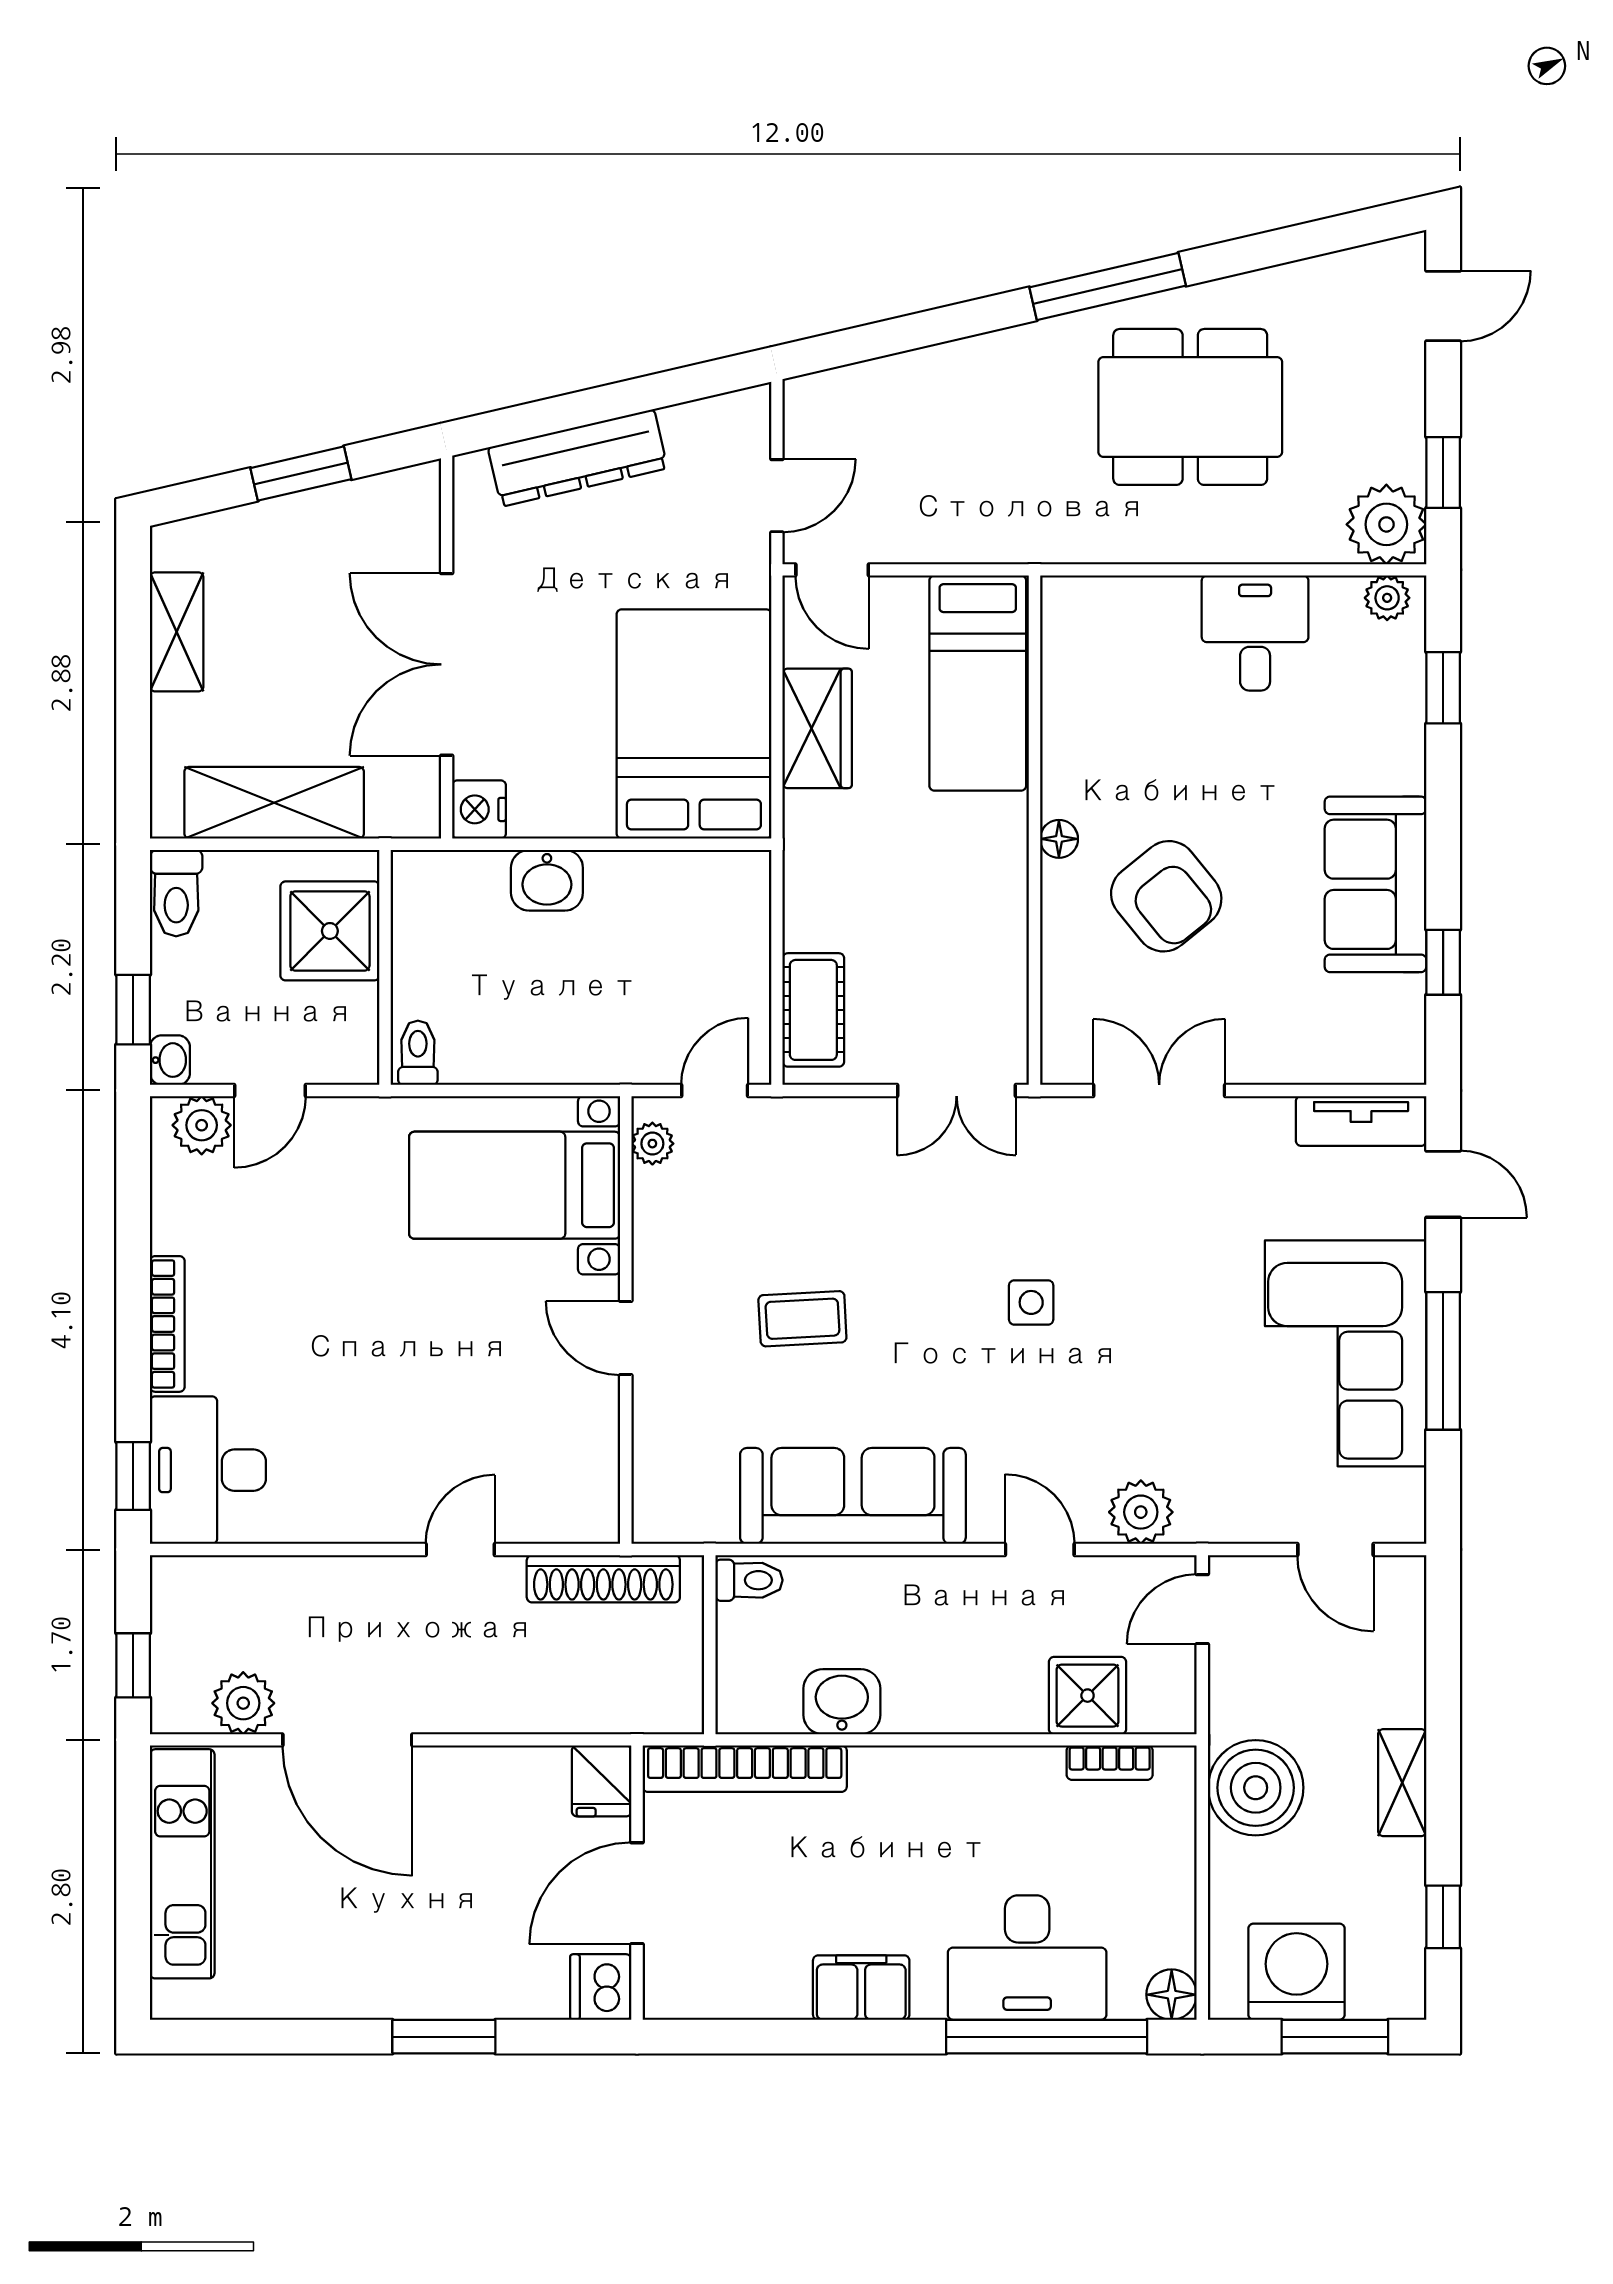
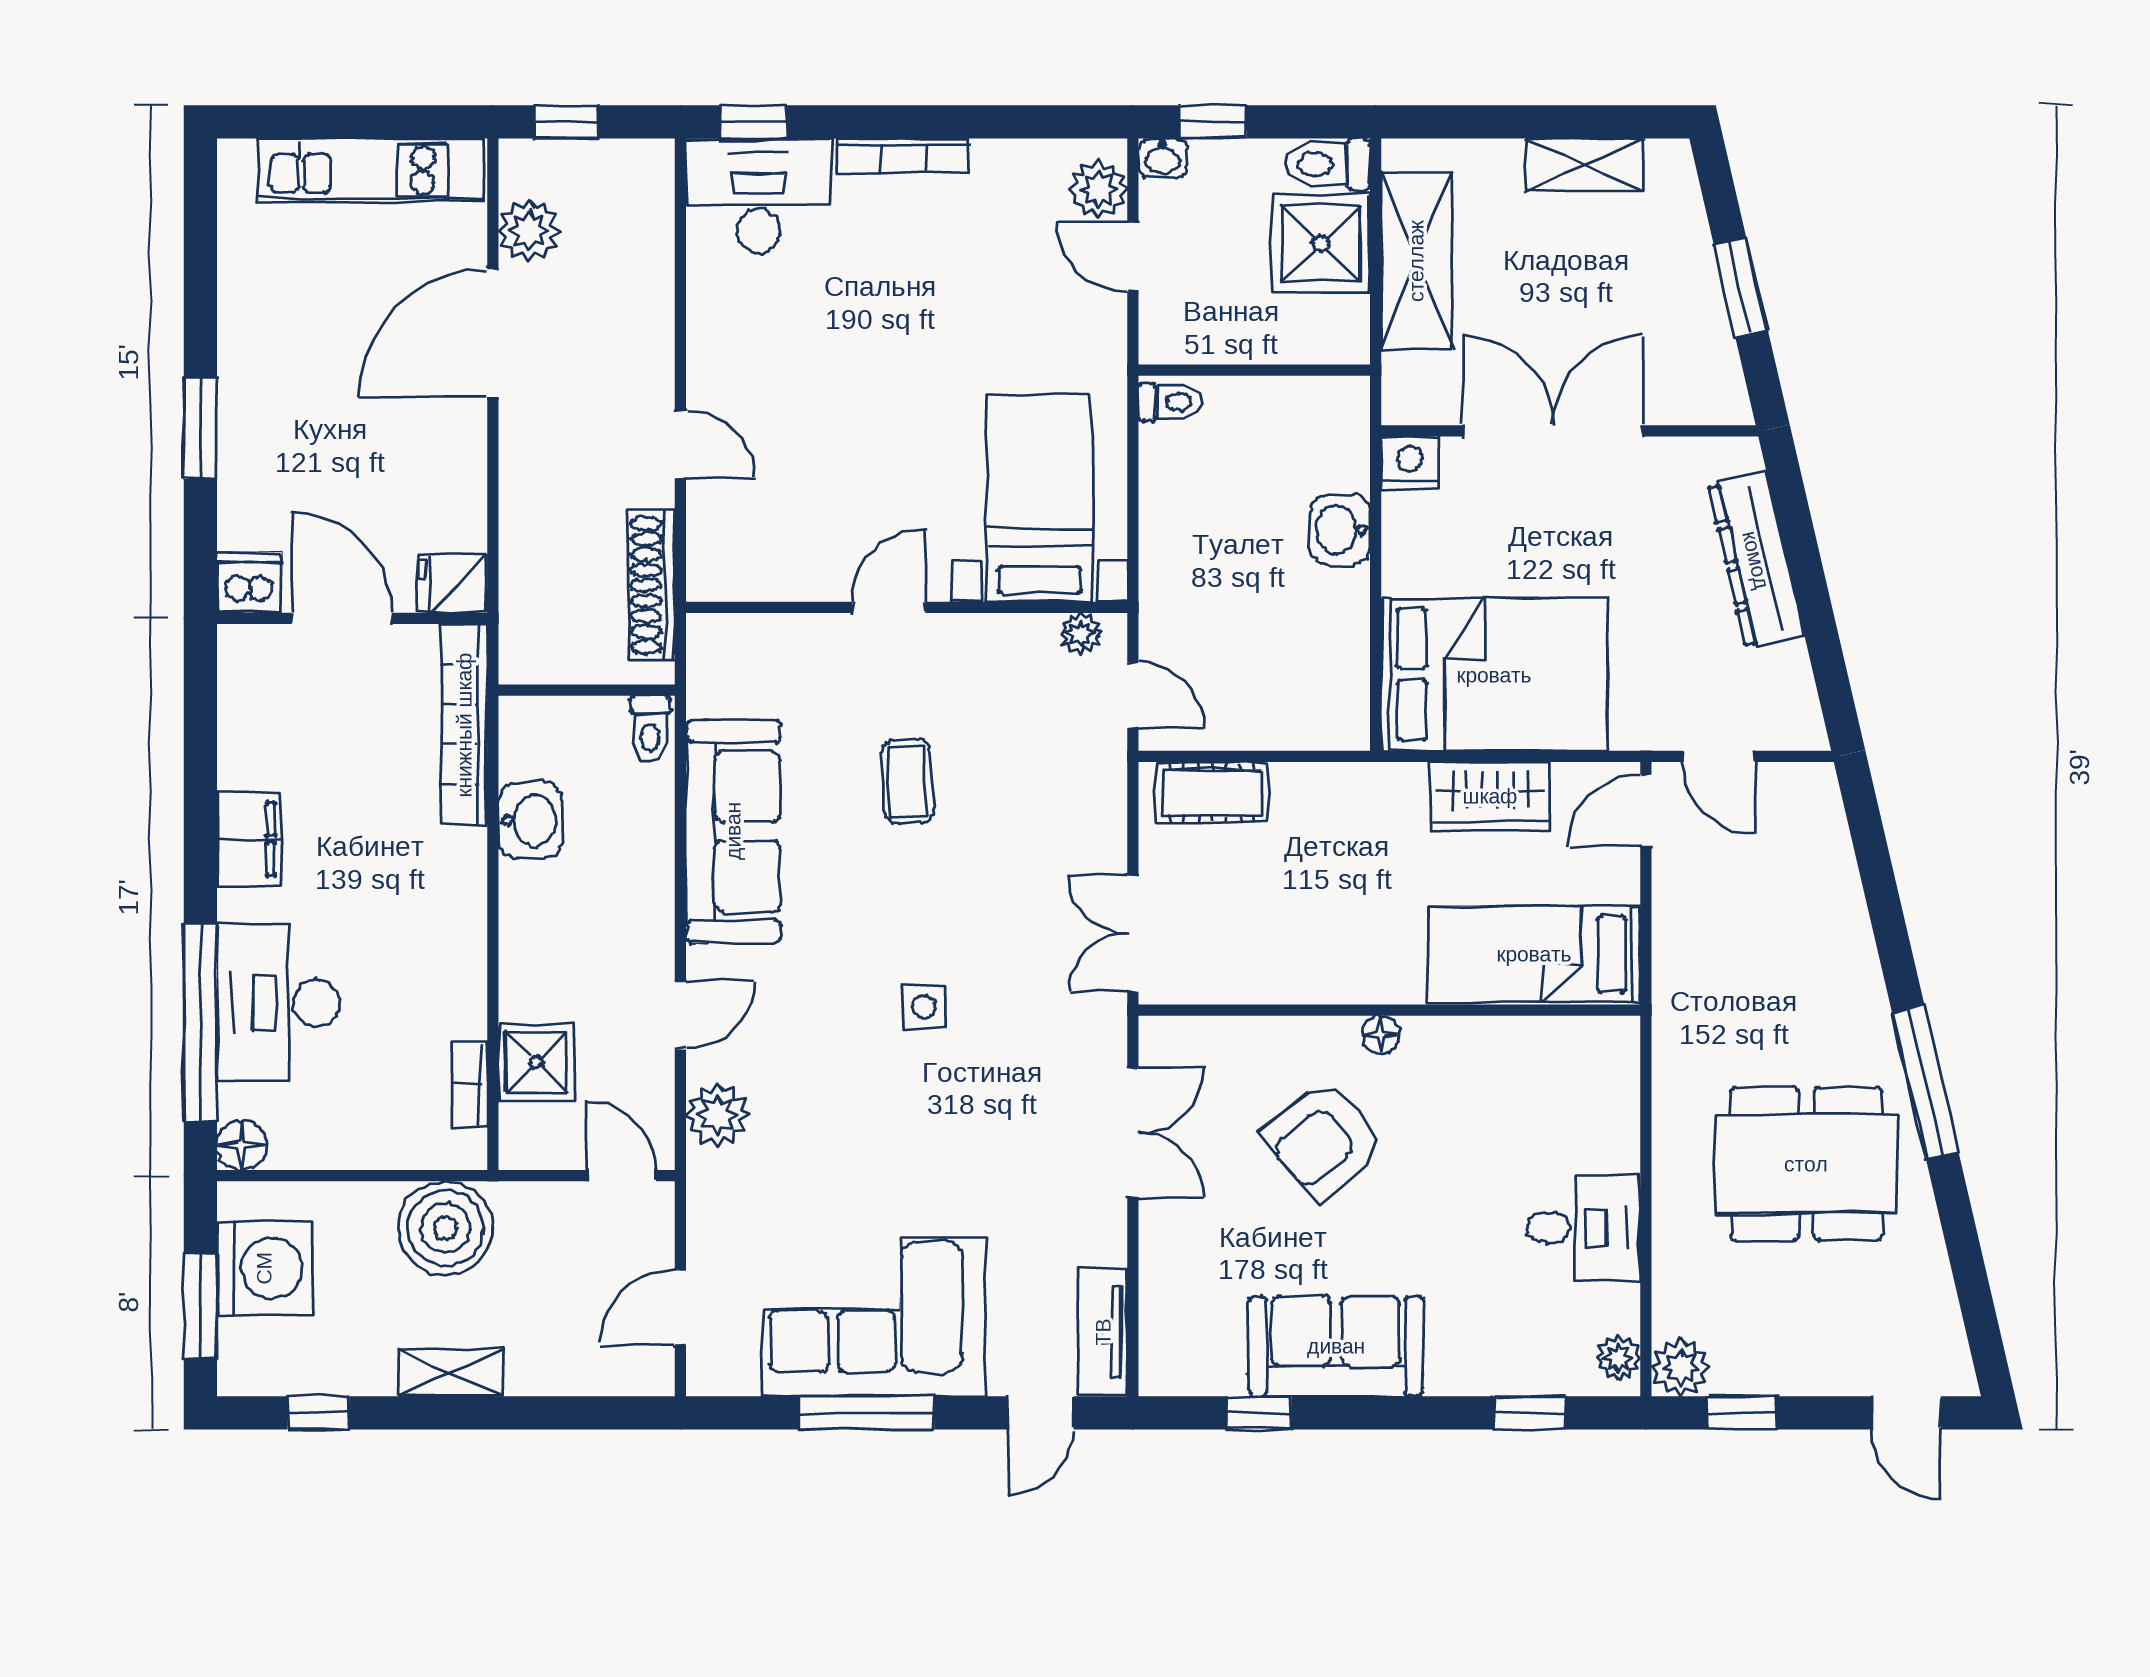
dining table: (1190, 407) -> (1806, 1164), turned 90
plant: (1386, 524) -> (1680, 1367), width x0.73, depth x0.73
shower: (330, 931) -> (1321, 243), moved

